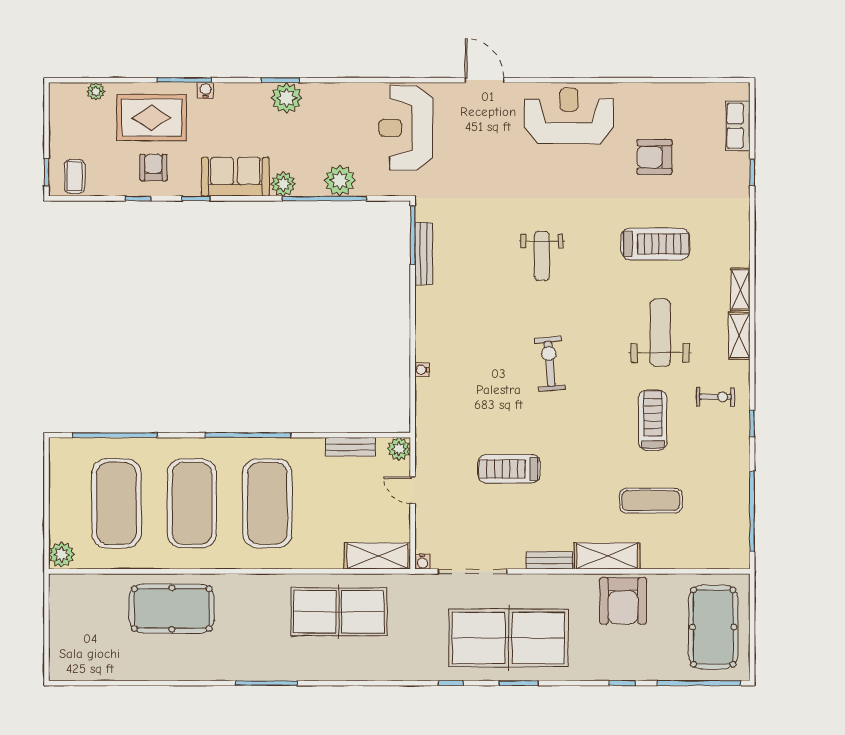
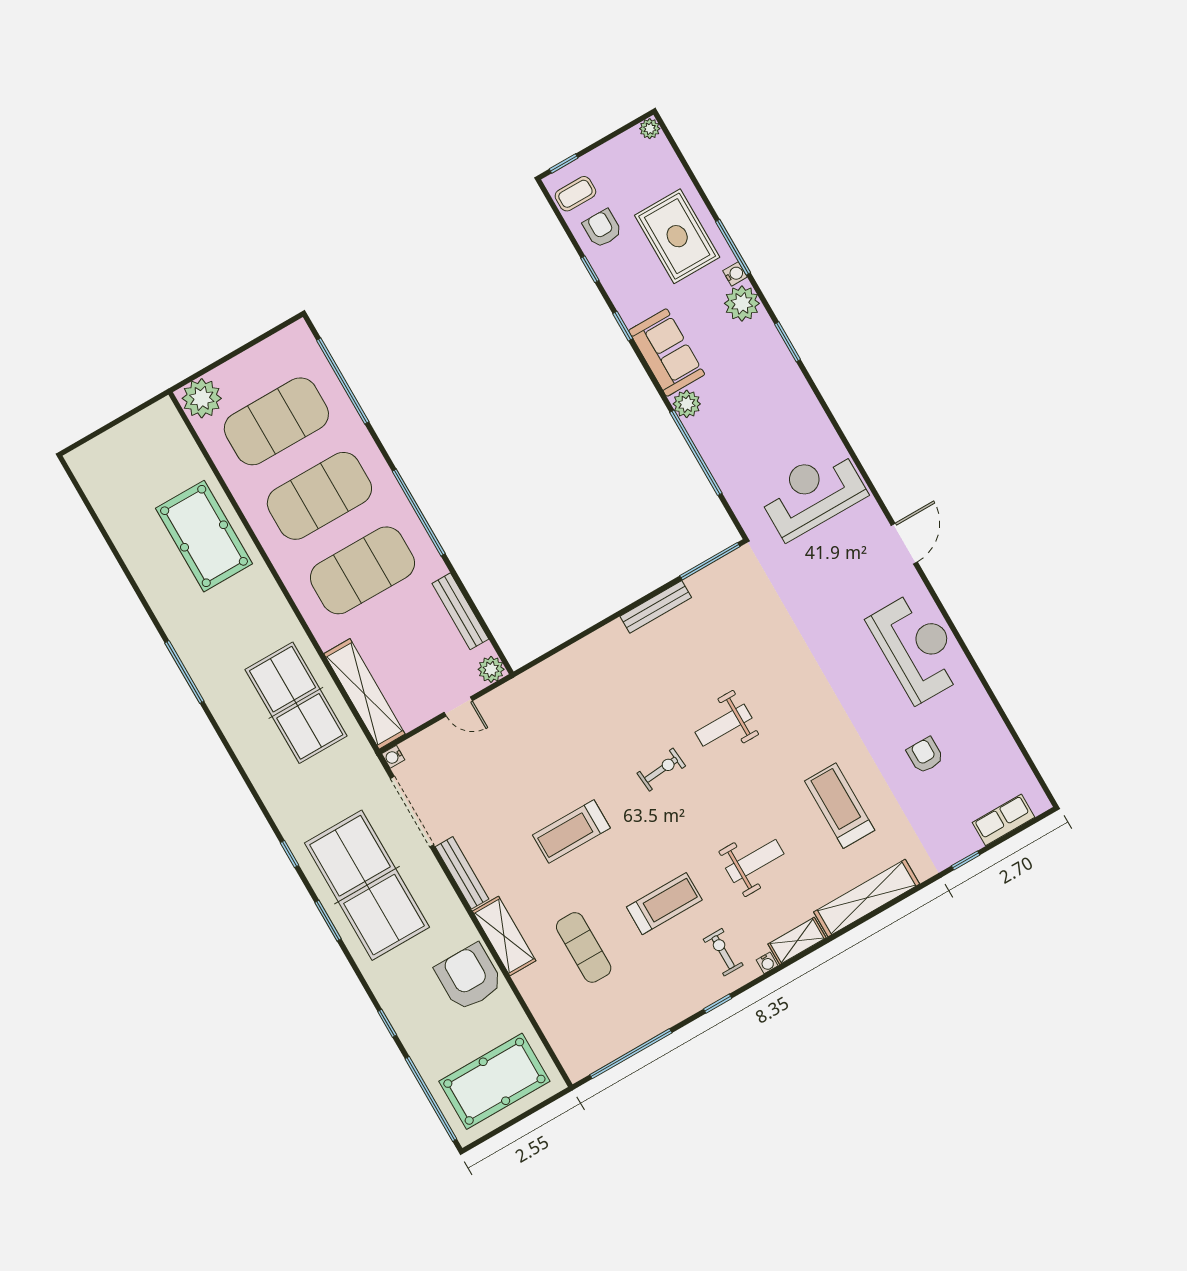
plant: (96, 91) -> (650, 129), moved
plant: (286, 98) -> (742, 303), moved
armchair: (654, 157) -> (925, 755), width x0.72, depth x0.72
armchair: (153, 168) -> (602, 228), moved, turned -90
plant: (340, 180) -> (722, 458), removed
treadmill: (655, 244) -> (840, 806), turned 180
bench: (424, 254) -> (656, 607), moved
weight bench: (542, 256) -> (724, 725), moved
shelving: (740, 289) -> (867, 898), width x2.20, depth x1.33
weight bench: (660, 333) -> (755, 861), width x0.73, depth x0.75
exercise bike: (550, 364) -> (661, 770), width x0.73, depth x0.72
water cooler: (422, 370) -> (767, 963), moved, turned 180
exercise bike: (715, 397) -> (723, 952), turned 180
bench: (350, 447) -> (460, 611), width x1.36
treadmill: (509, 469) -> (571, 831), moved, turned -90
door: (413, 490) -> (458, 707), swing flipped
plant: (62, 555) -> (202, 398), width x1.36, depth x1.36
shelving: (377, 556) -> (364, 694), width x1.47
bench: (549, 560) -> (462, 873), width x1.36
armchair: (623, 601) -> (469, 977), turned 90

